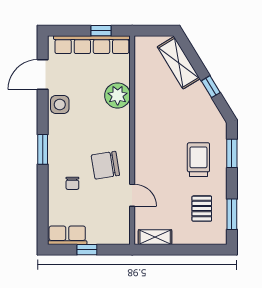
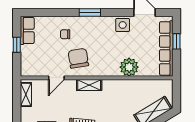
window: (101, 31) -> (176, 41), moved
shelving: (142, 150) -> (89, 85), added

